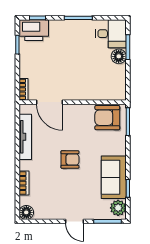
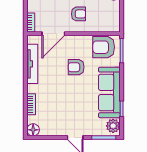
armchair: (78, 79) -> (79, 14), added
door: (50, 102) -> (53, 34), hinge flipped
armchair: (70, 159) -> (76, 67), moved, turned 180
sofa: (114, 177) -> (109, 92), width x1.36

